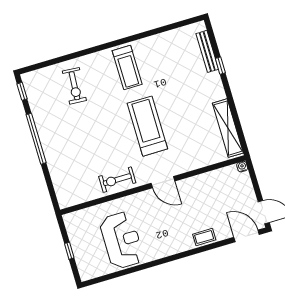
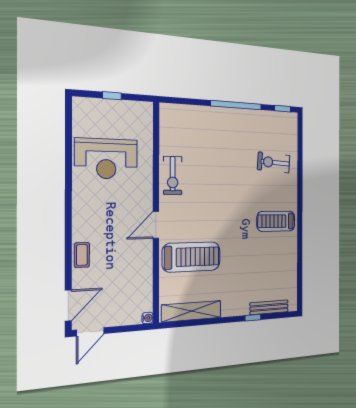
treadmill: (147, 126) -> (191, 257), moved
exercise bike: (117, 180) -> (173, 176), turned 180

